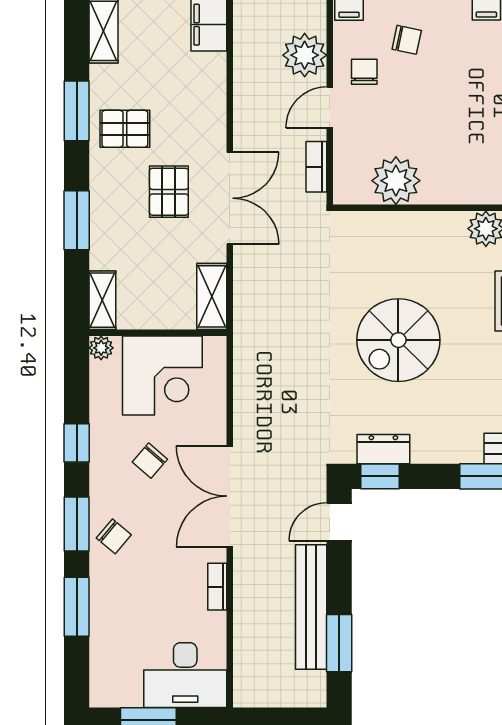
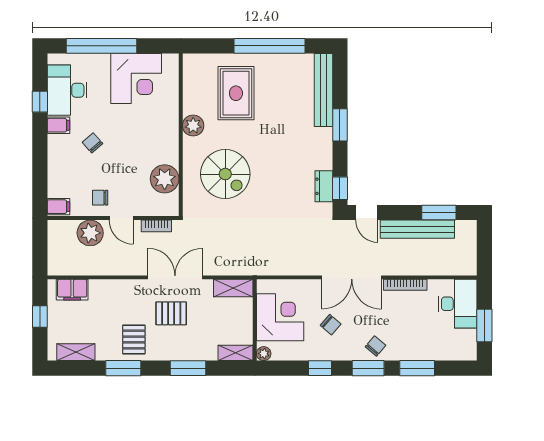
chair: (407, 40) -> (93, 143), moved, turned -53
spiral stairs: (398, 340) -> (225, 174), moved
bookcase: (217, 587) -> (405, 285), width x1.56

